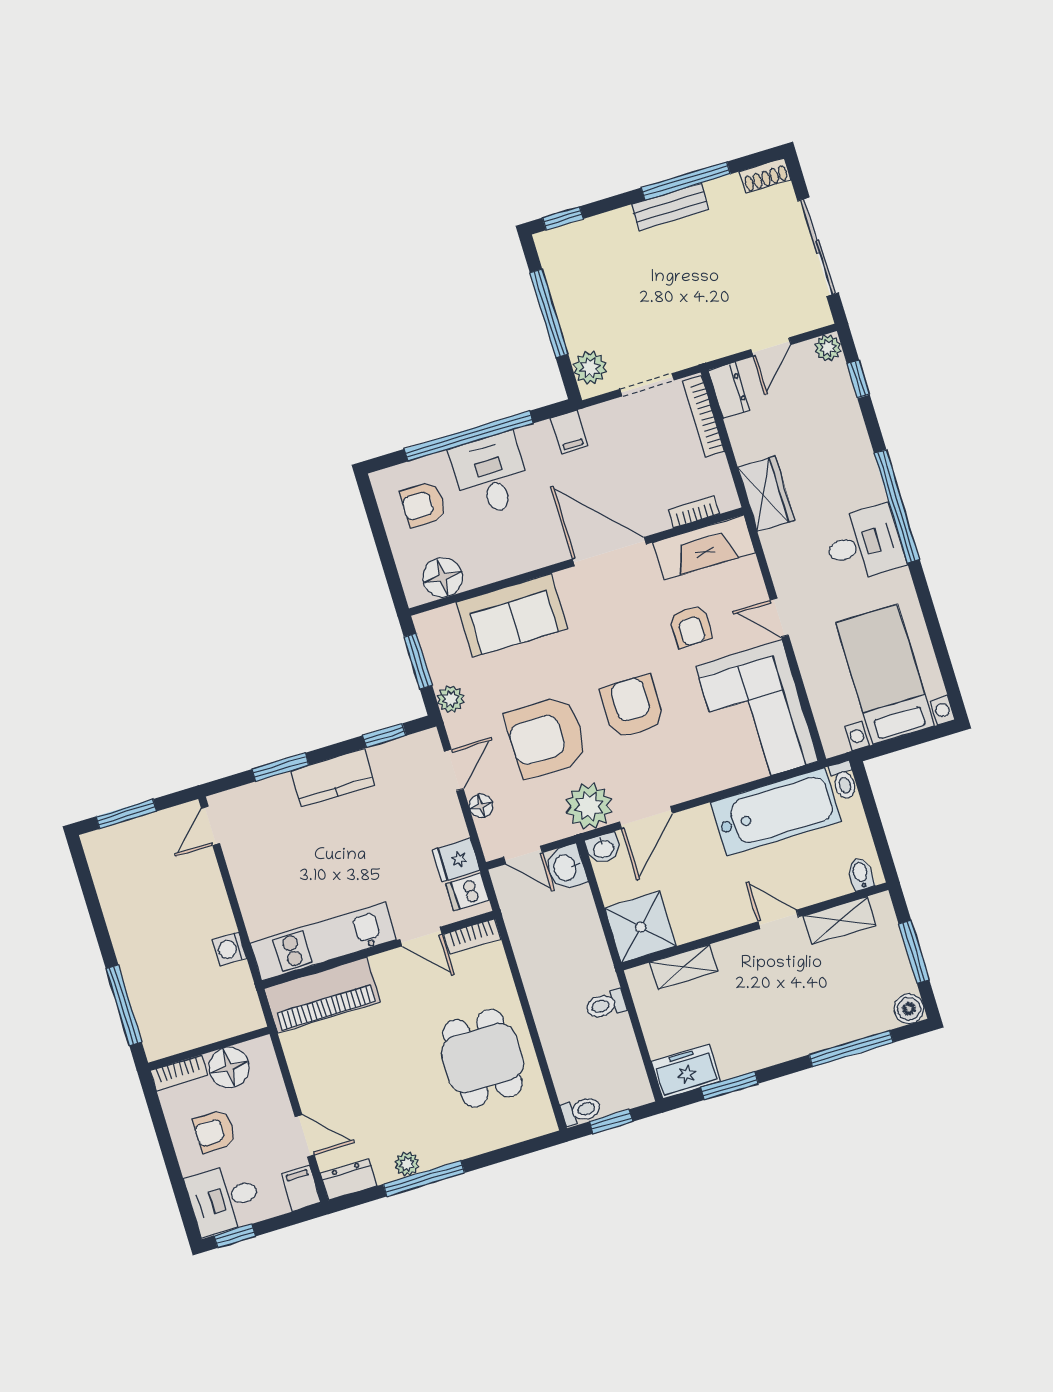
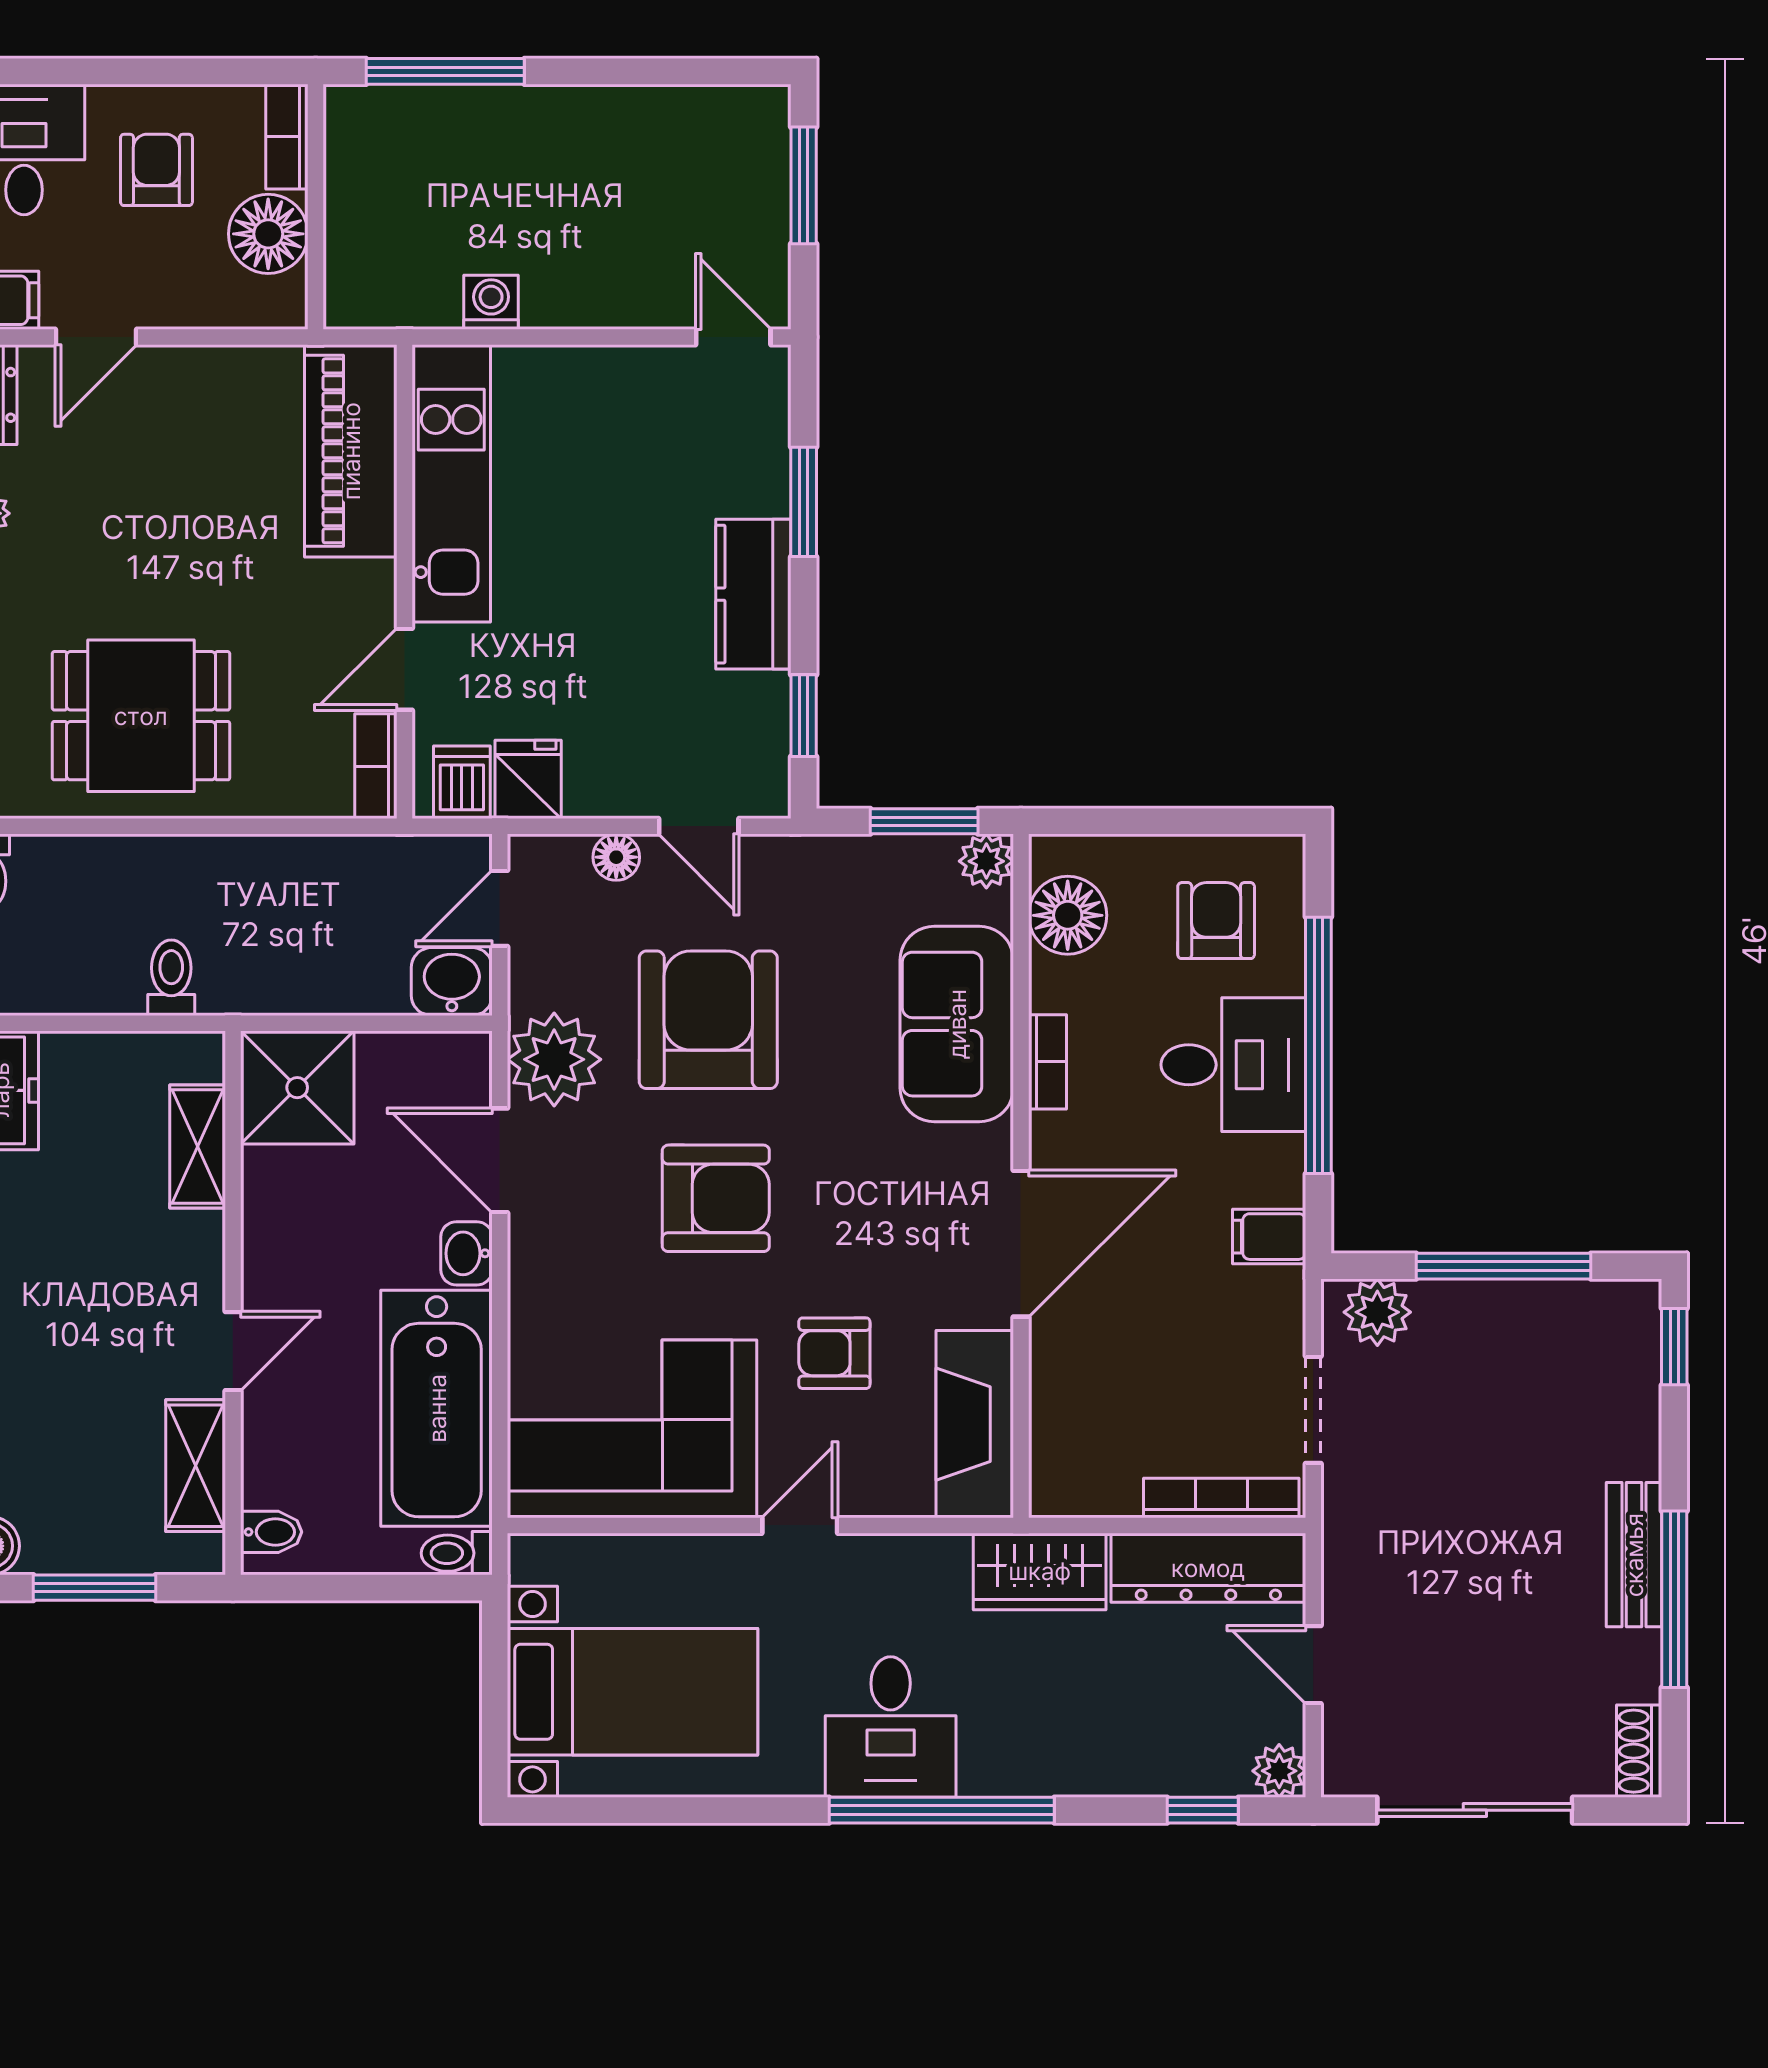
dresser: (729, 390) -> (1208, 1568), width x1.96, depth x1.24
bookcase: (694, 512) -> (1048, 1062), moved
plant: (451, 699) -> (986, 861), moved
washbasin: (603, 848) -> (467, 1253), moved

